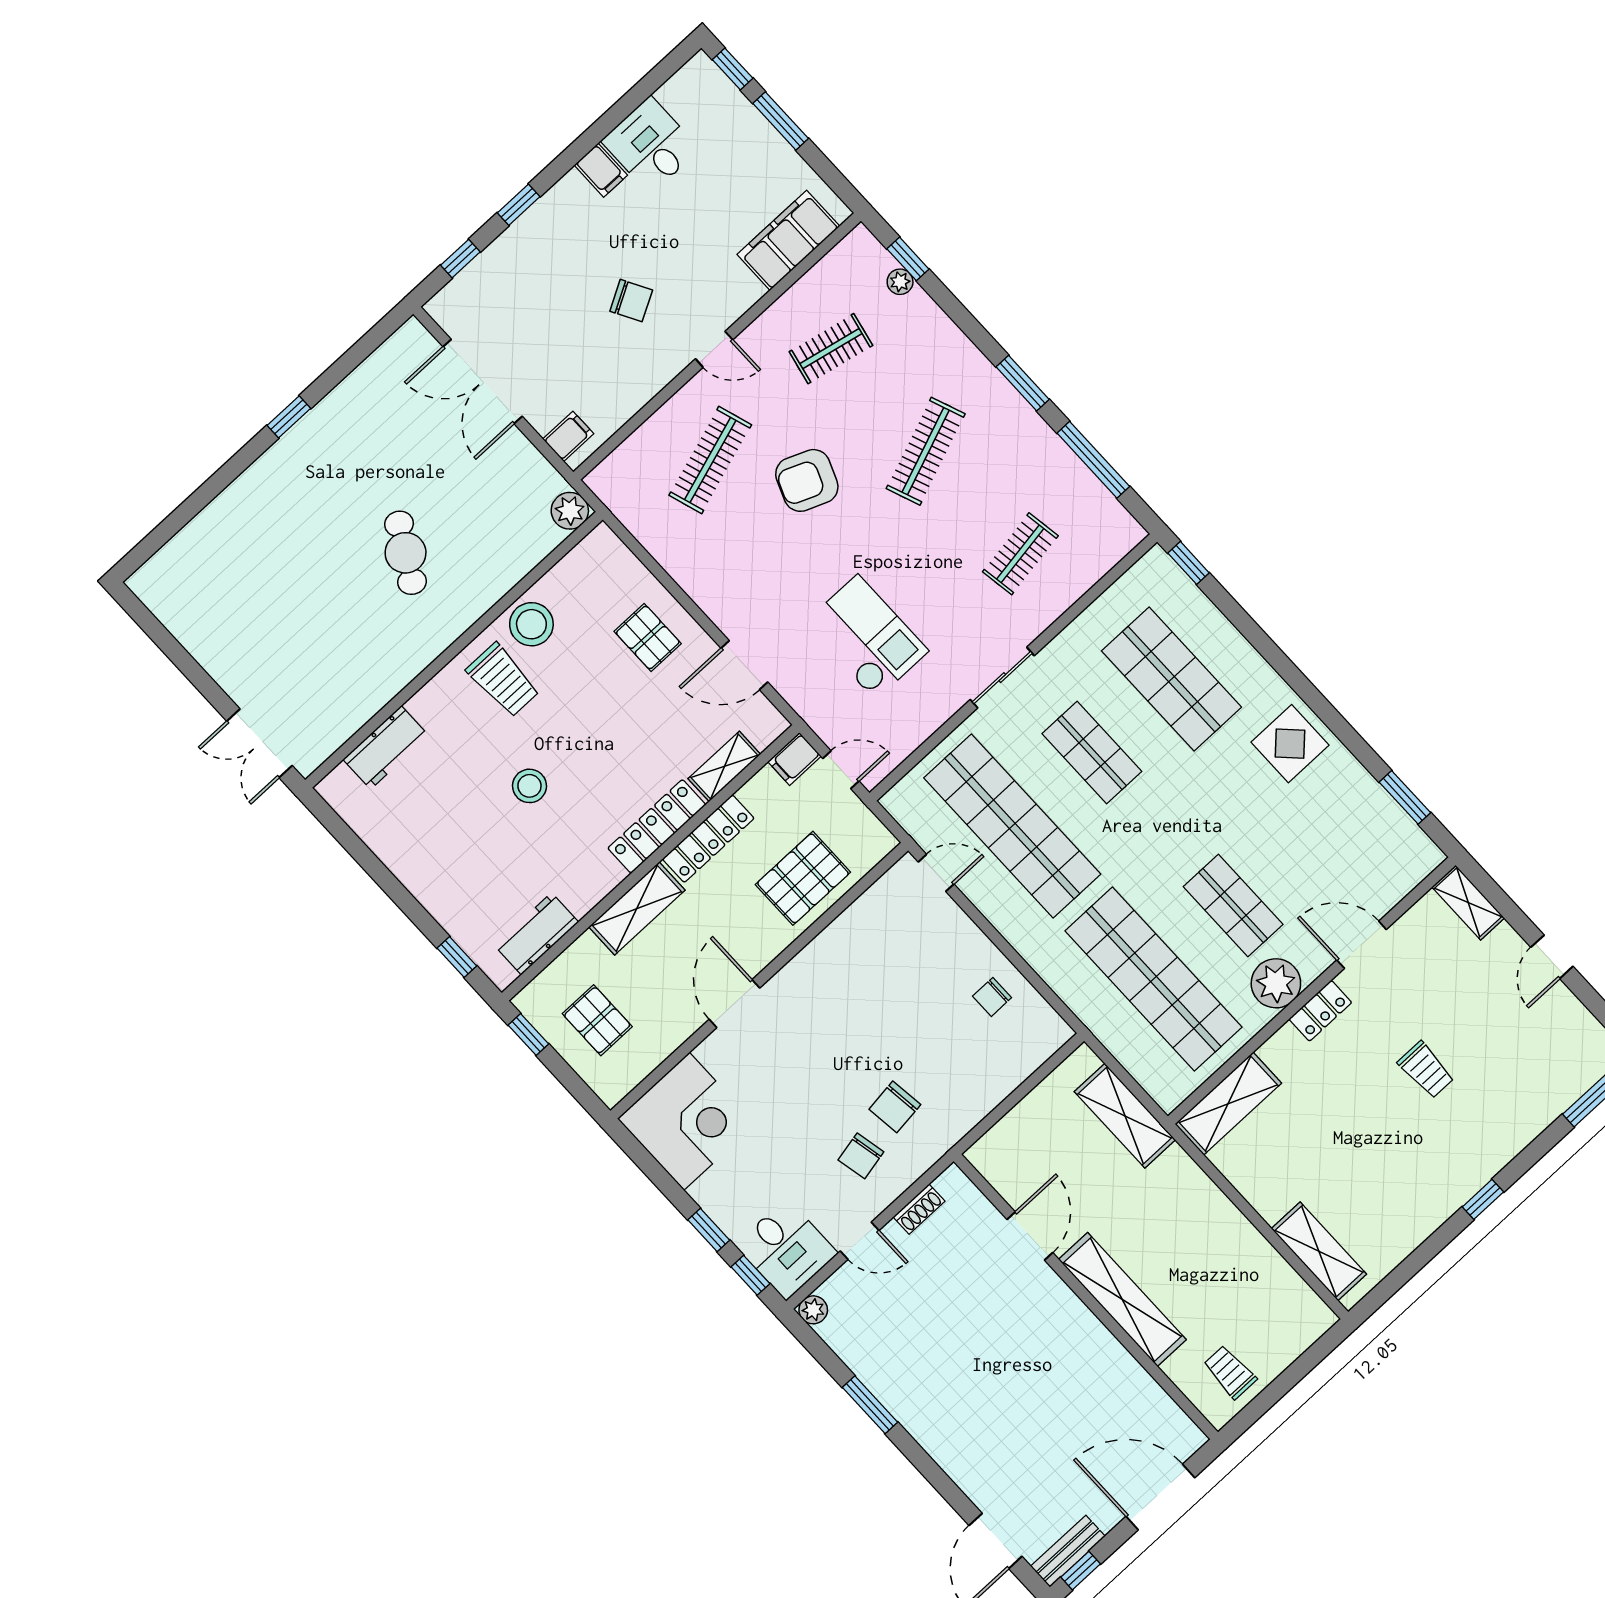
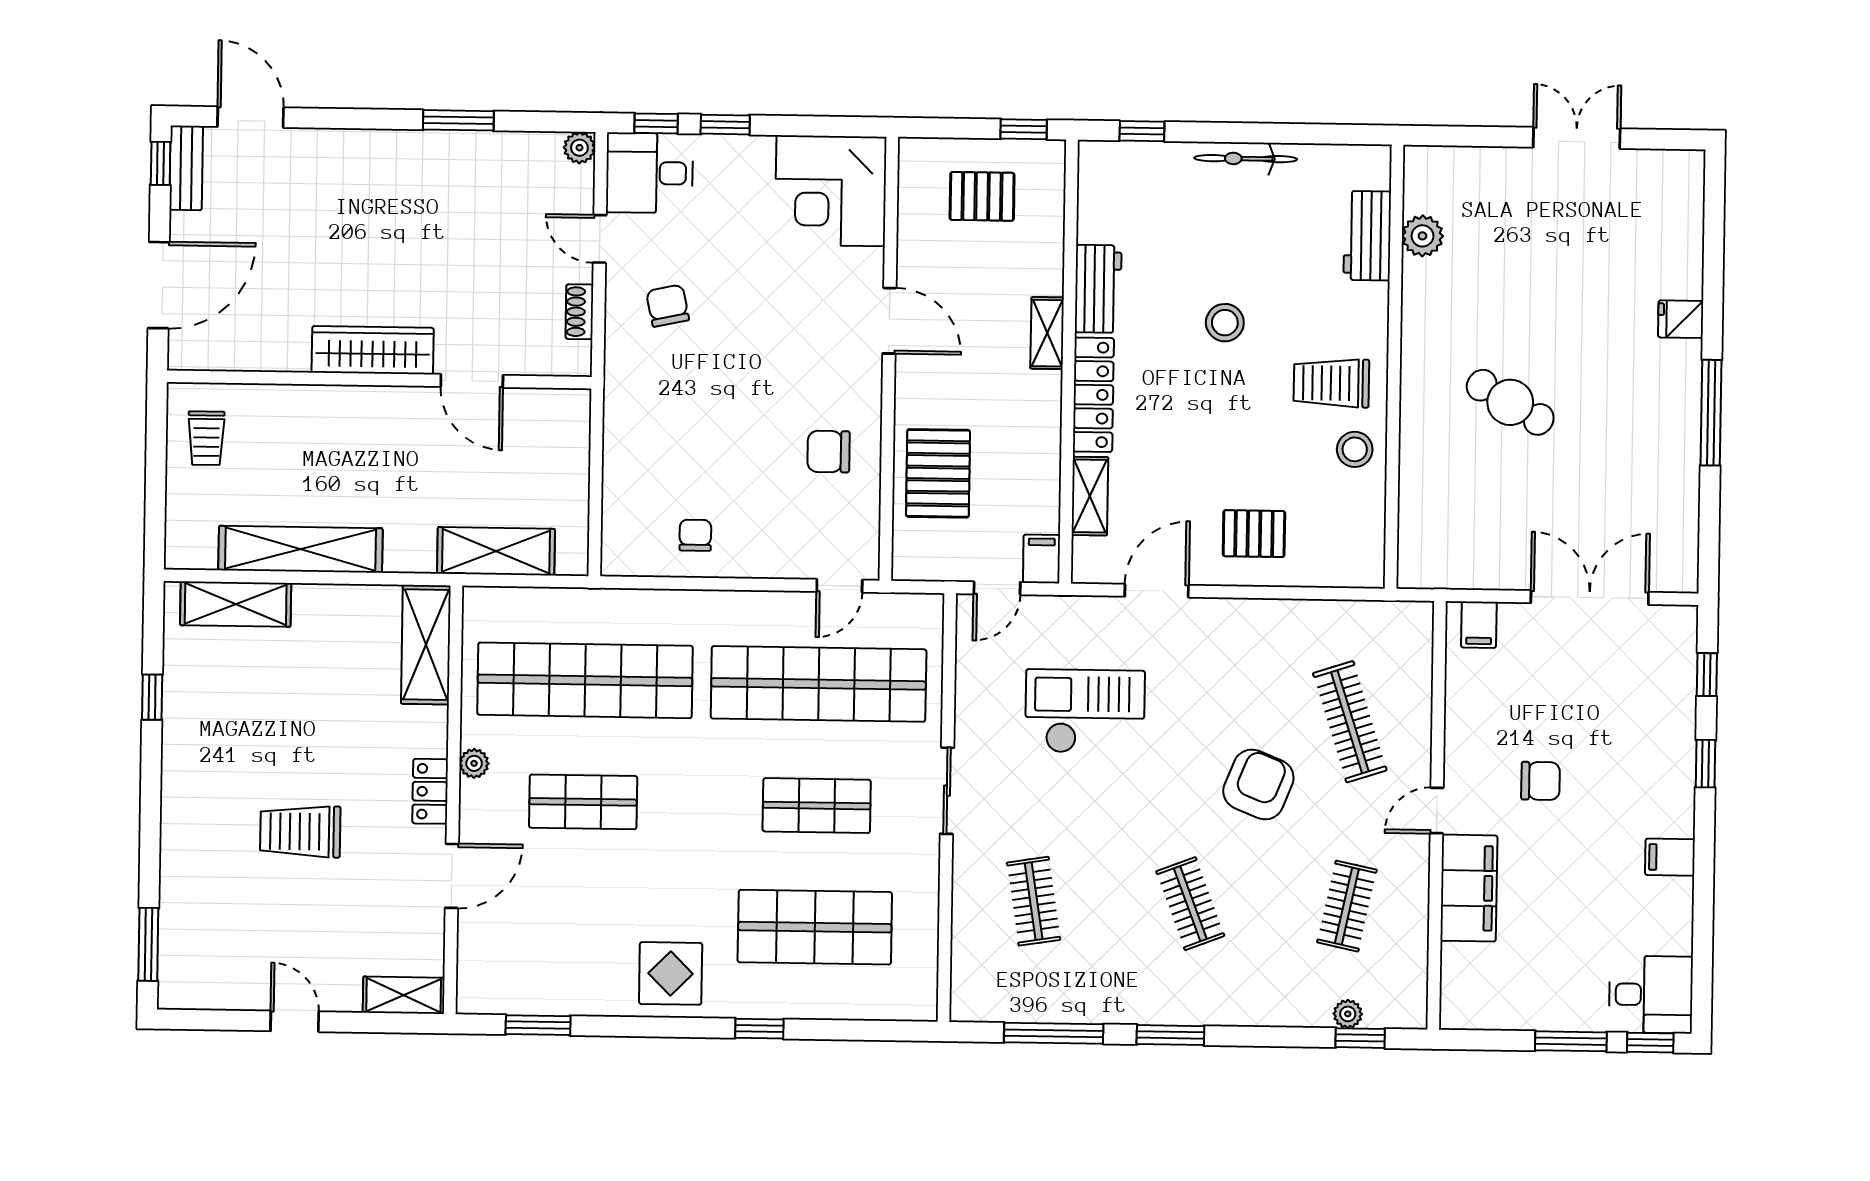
desk: (650, 145) -> (1651, 995), moved
filing cabinet: (788, 240) -> (1469, 888), moved
chair: (631, 301) -> (1540, 781), turned -151
window: (289, 417) -> (1711, 413), width x2.17
clothes rail: (926, 451) -> (1190, 904), width x0.73
fridge: (247, 494) -> (1681, 319), added
plant: (570, 511) -> (1422, 236), moved
window: (1188, 563) -> (759, 1029), moved
stool: (531, 624) -> (1355, 449), width x0.73, depth x0.73
checkout: (866, 637) -> (1085, 711), turned 180
double door: (260, 743) -> (1577, 138), moved
locker: (708, 839) -> (1044, 427), removed
bicycle: (411, 873) -> (1246, 159), added
shelving: (637, 909) -> (1047, 333), width x0.67, depth x0.75
workbench: (536, 934) -> (1098, 289), moved
plant: (1276, 983) -> (474, 763), width x0.53, depth x0.53
trolley: (1426, 1070) -> (300, 832), width x1.36, depth x1.39
chair: (895, 1107) -> (829, 452), moved, turned -83
window: (1483, 1199) -> (152, 697), moved
door: (860, 1241) -> (600, 239), hinge flipped
shelving: (1122, 1300) -> (300, 549), moved
wardrobe: (1071, 1319) -> (373, 350), added
trolley: (1230, 1372) -> (206, 438), turned 90

